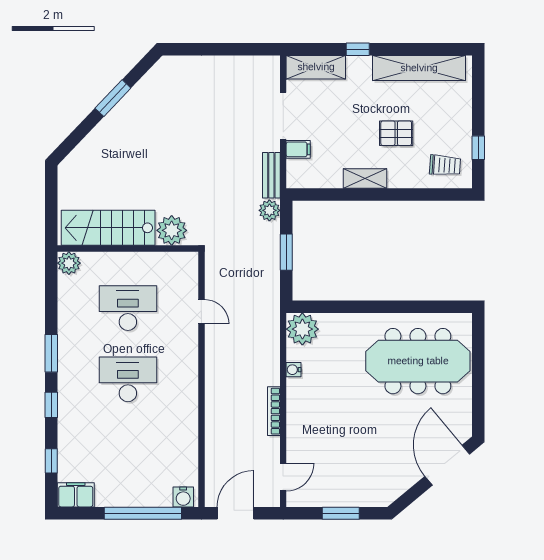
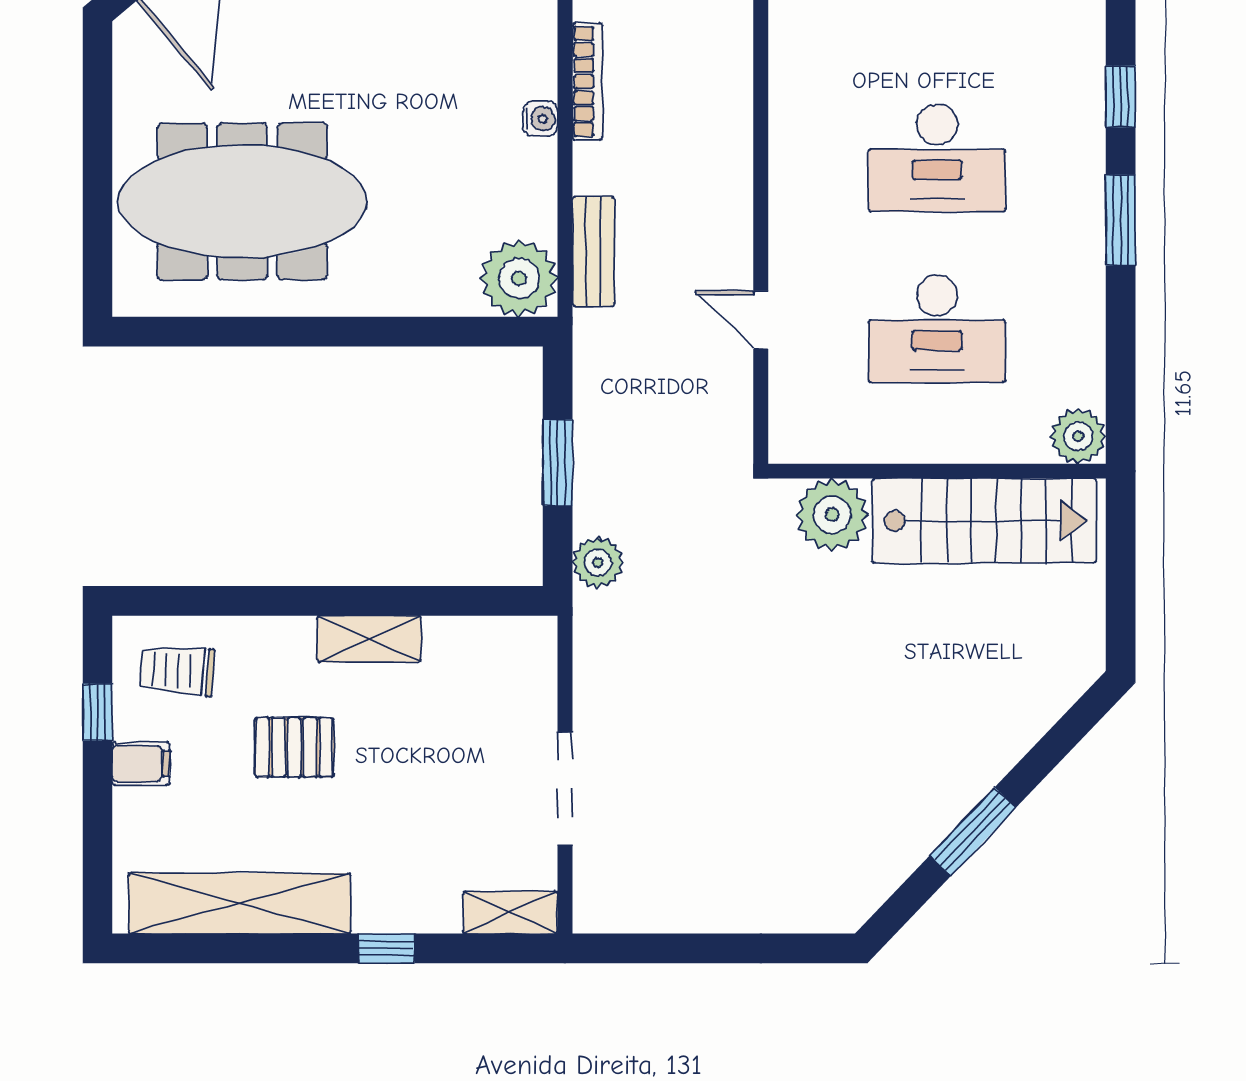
shelving: (316, 67) -> (510, 912), width x0.67, depth x0.75
filing cabinet: (298, 149) -> (141, 764), moved, turned 180
bench: (271, 175) -> (593, 251), moved
water cooler: (294, 370) -> (540, 119), moved

